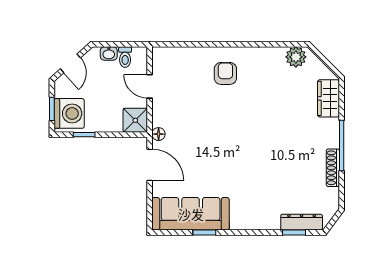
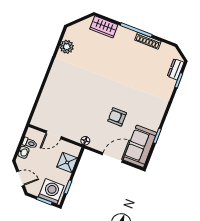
plant: (296, 57) -> (67, 47), moved
armchair: (225, 73) -> (117, 117), moved
shower: (135, 120) -> (67, 162), moved
door: (150, 165) -> (112, 157), moved
sofa: (191, 214) -> (140, 146), width x0.73
dresser: (302, 222) -> (176, 69), width x0.70

